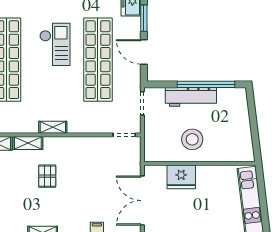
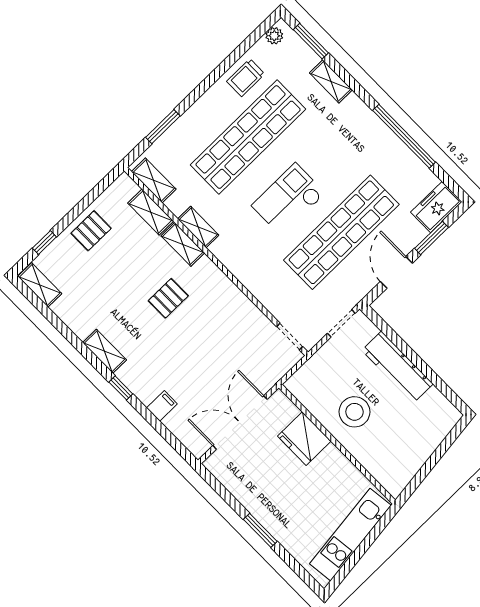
checkout: (55, 44) -> (288, 199), moved, turned 180
window: (206, 84) -> (426, 370), removed
shelving: (53, 127) -> (198, 227), moved

